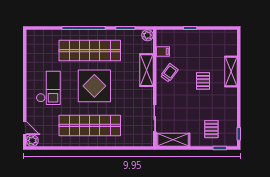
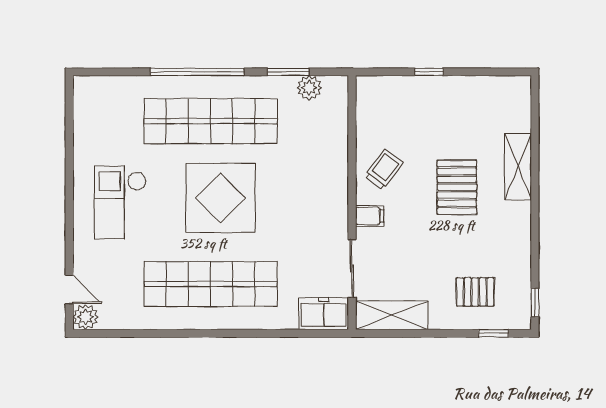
plant: (147, 35) -> (309, 88), moved
filing cabinet: (163, 52) -> (370, 216), moved
shelving: (146, 70) -> (334, 164), removed
pallet: (203, 81) -> (457, 187), width x1.50, depth x1.42
checkout: (48, 88) -> (120, 202), turned 180
pallet: (211, 129) -> (475, 292), turned 90
freezer: (142, 139) -> (324, 314), added

